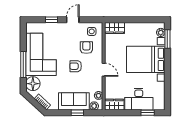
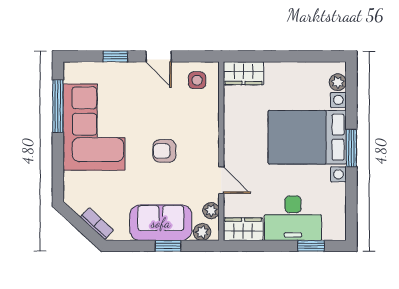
door: (73, 20) -> (159, 56), swing flipped
window: (167, 39) -> (351, 148), moved
armchair: (86, 48) -> (186, 113), removed
window: (23, 64) -> (58, 106), moved
door: (104, 70) -> (221, 180), moved
floor lamp: (33, 84) -> (78, 186), removed

